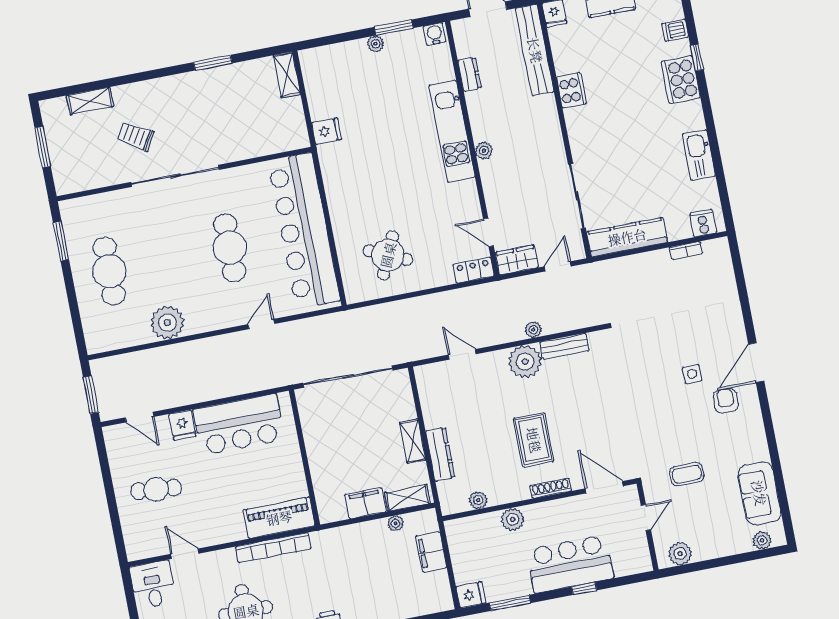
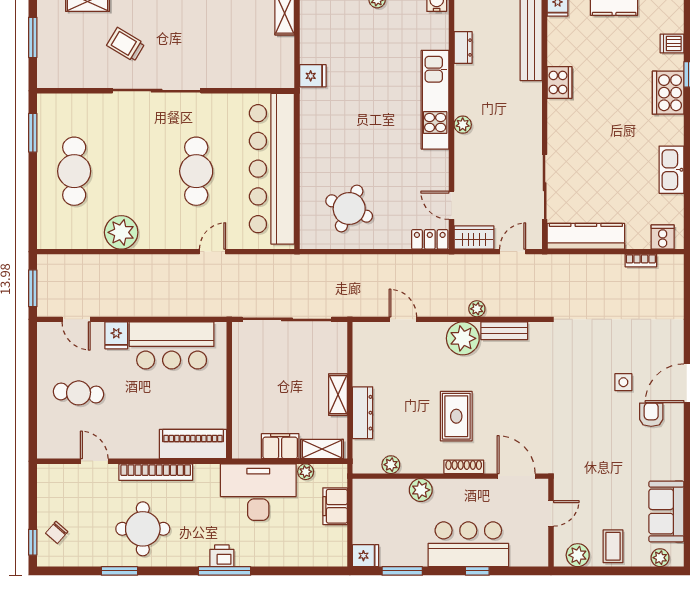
coffee table: (687, 474) -> (613, 546), moved, turned 90
bookcase: (273, 548) -> (156, 472), moved
desk: (153, 585) -> (258, 492), moved, width x1.87, depth x1.30

